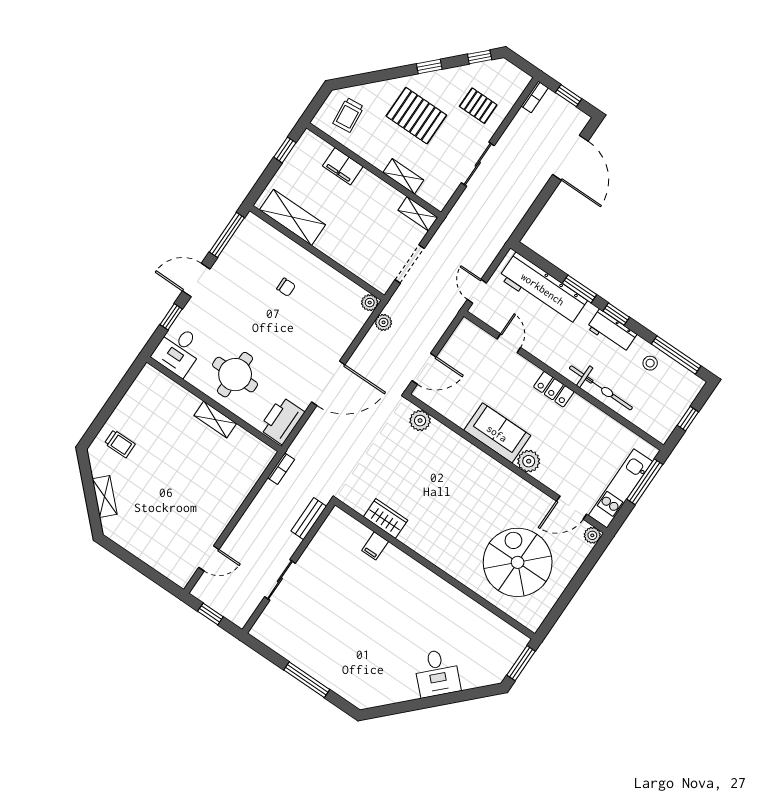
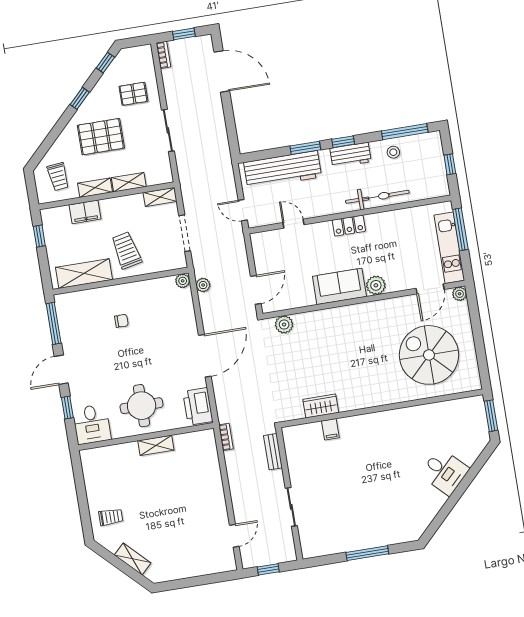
shelving: (371, 154) -> (95, 188), added
trolley: (347, 232) -> (126, 250), added

